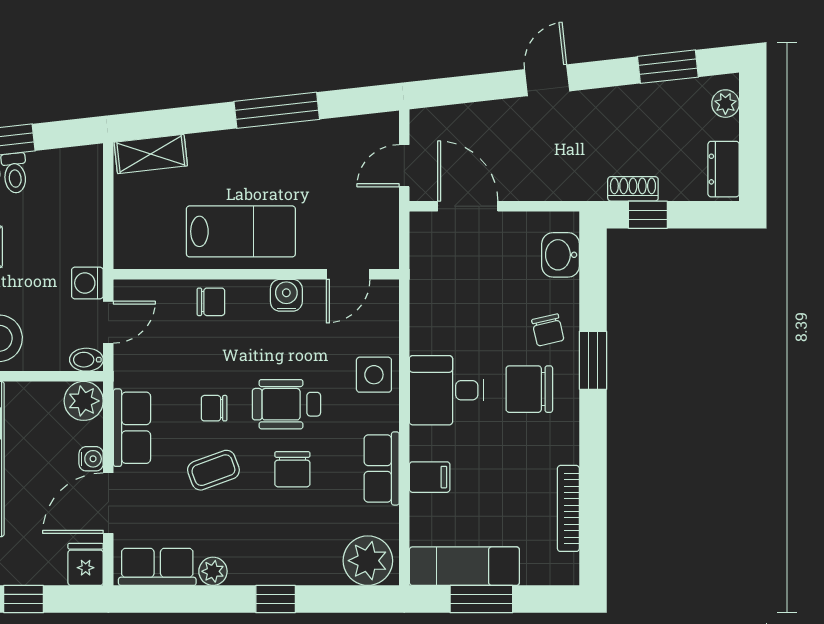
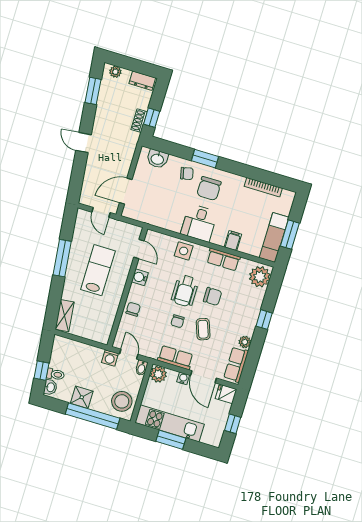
lab bench: (241, 231) -> (98, 270), moved

